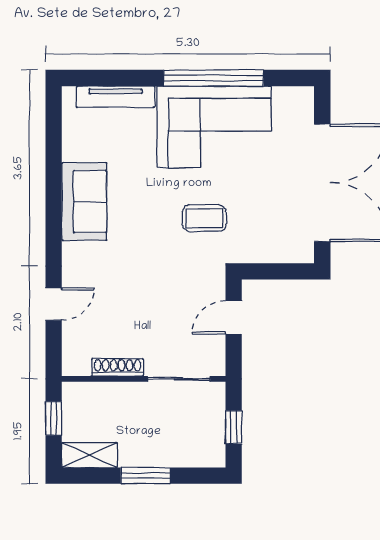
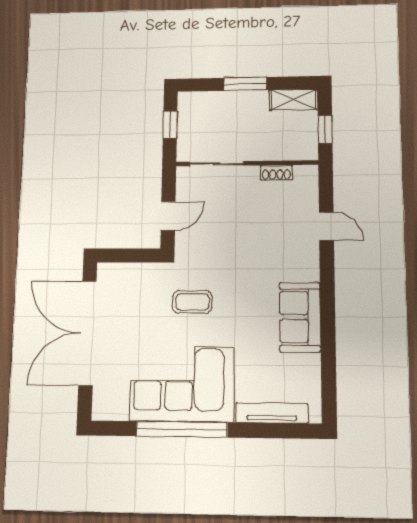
door: (54, 304) -> (326, 226), swing flipped
shoe rack: (118, 367) -> (276, 173), width x0.70

